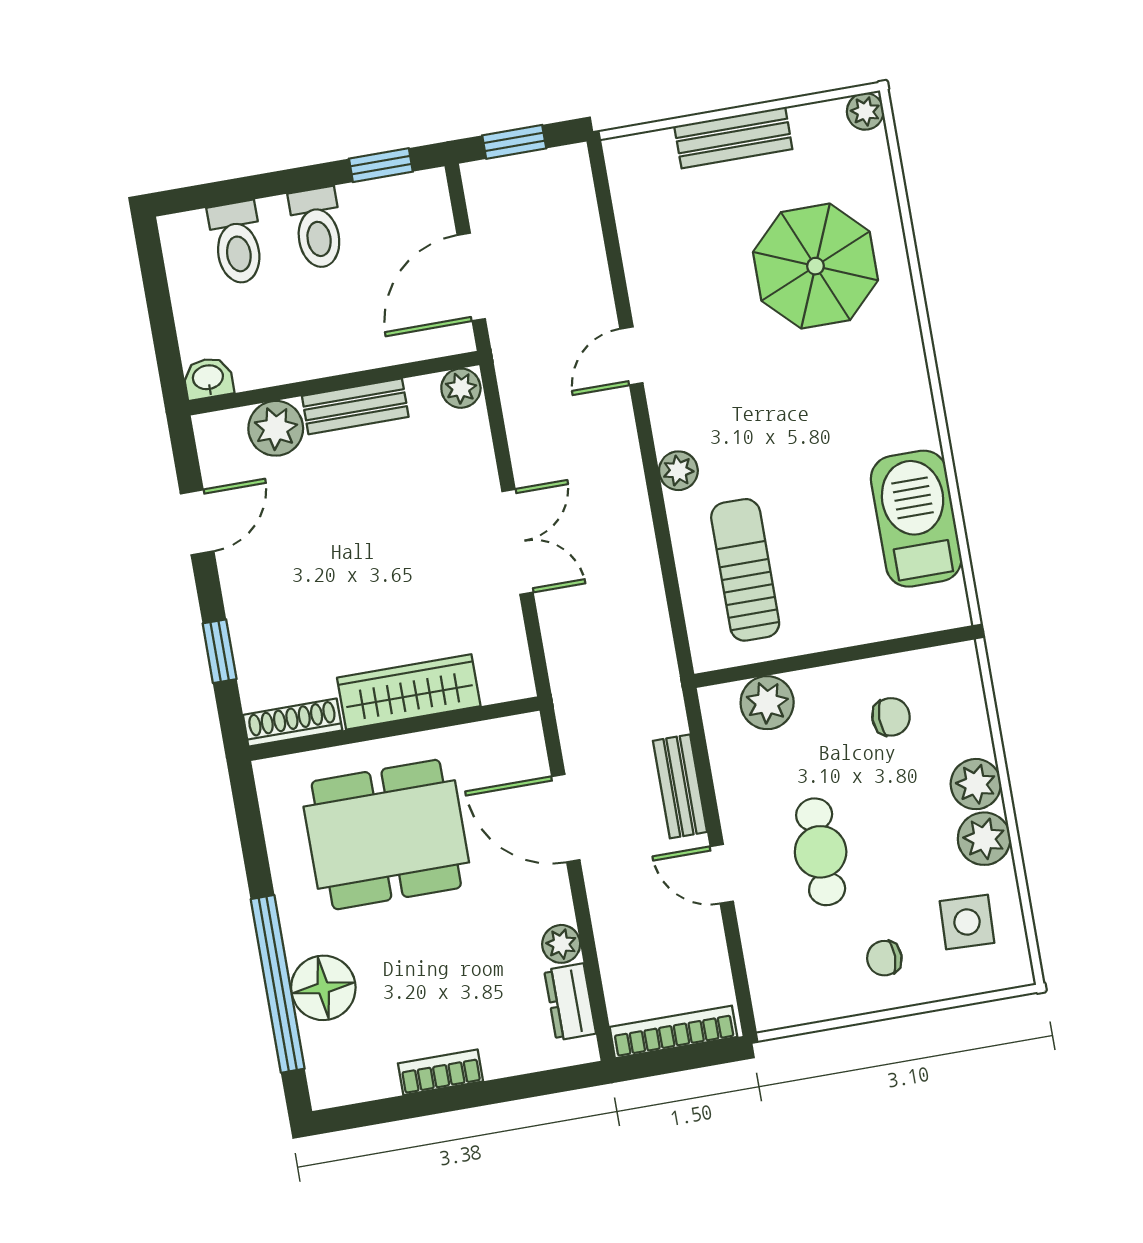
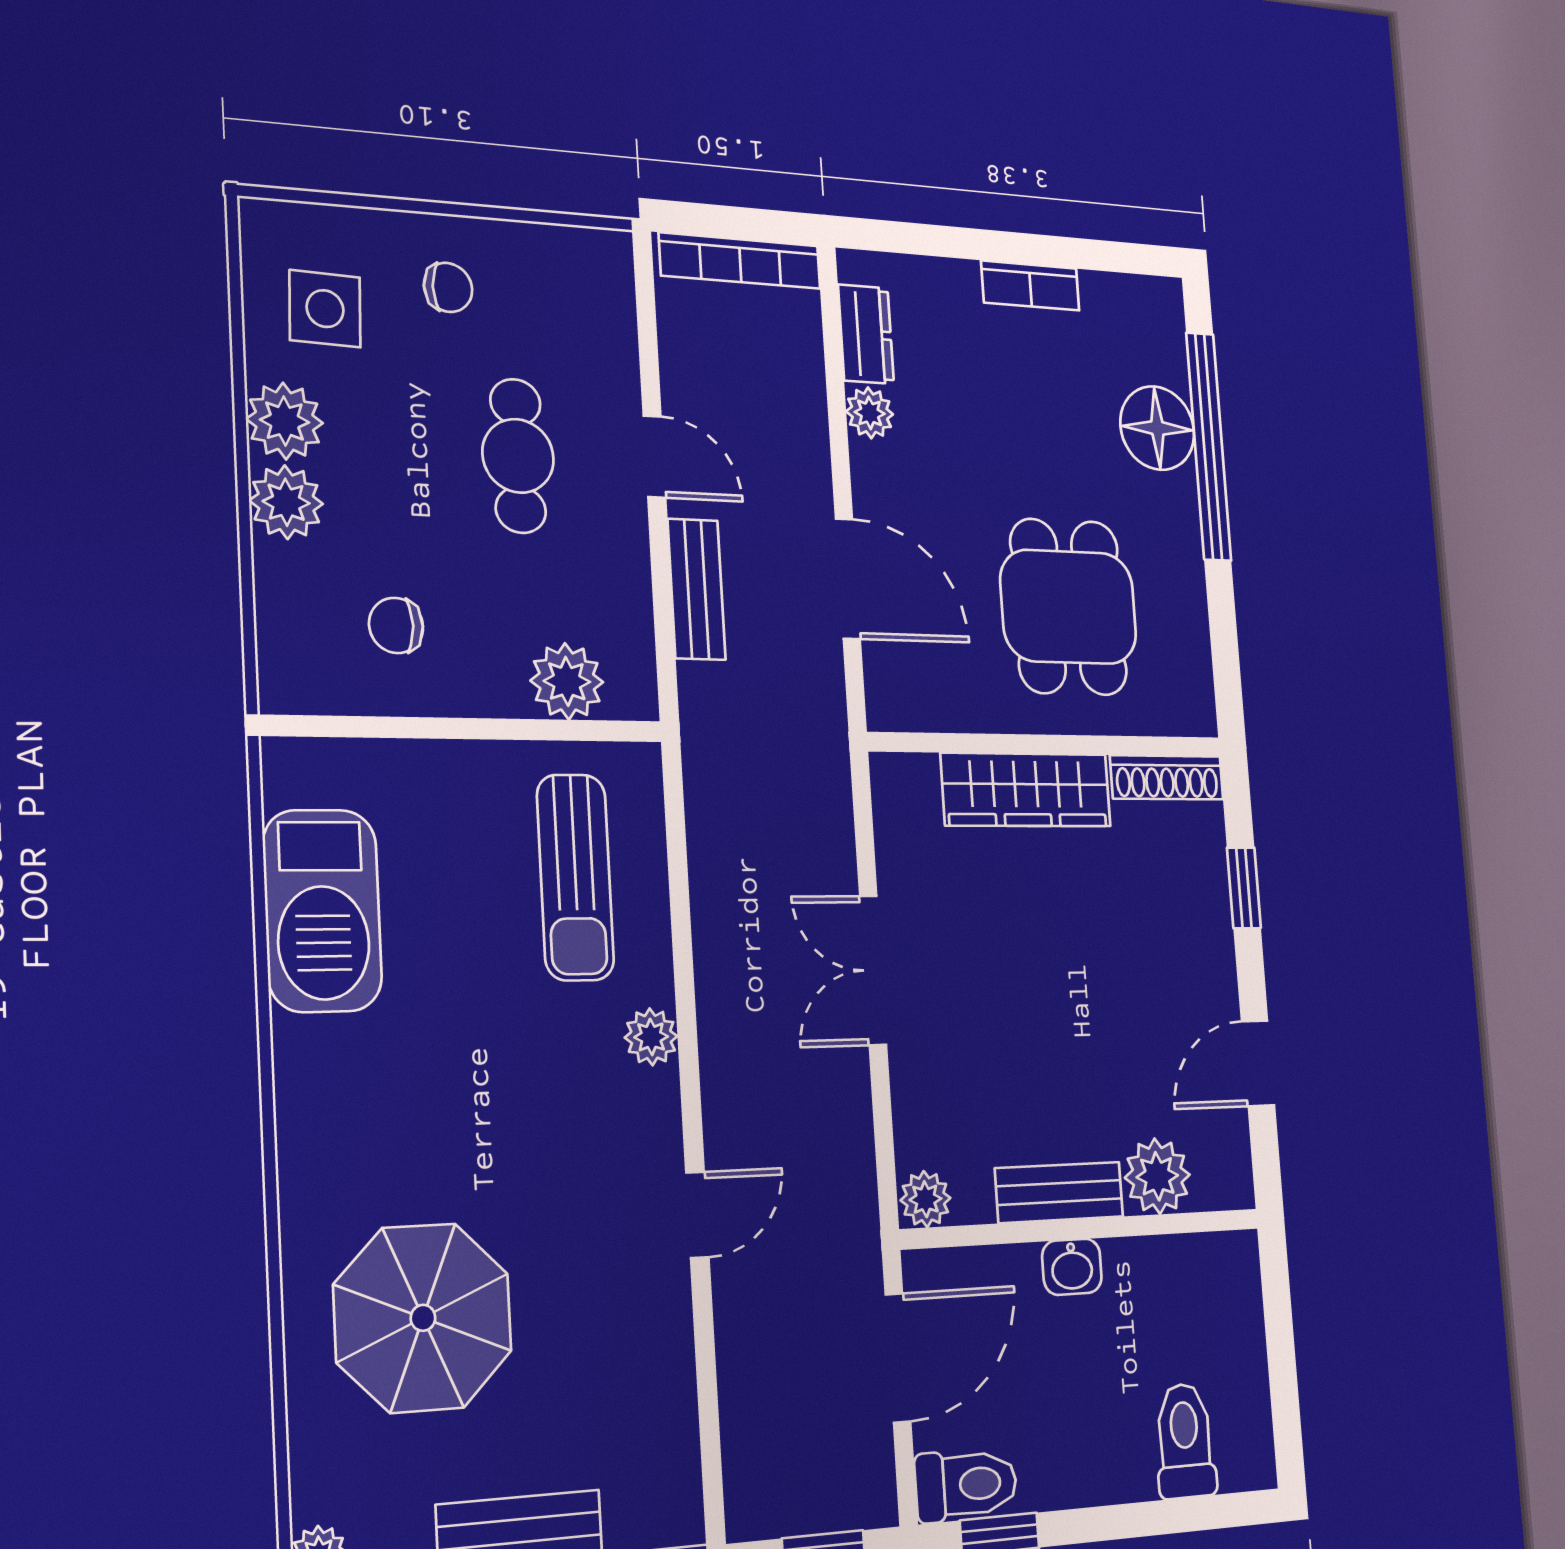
toilet: (317, 228) -> (966, 1485), moved, turned 90
washbasin: (208, 378) -> (1072, 1267), moved
dining table: (386, 835) -> (1069, 607), width x0.73

